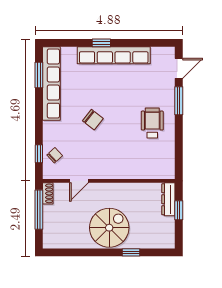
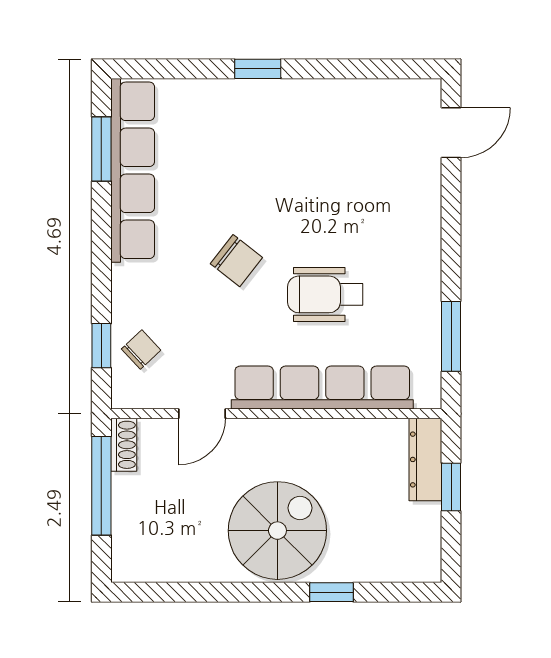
row of seats: (114, 55) -> (322, 388), moved, turned 180
window: (179, 101) -> (451, 336), moved
wheelchair: (152, 123) -> (325, 294), moved, turned -90

